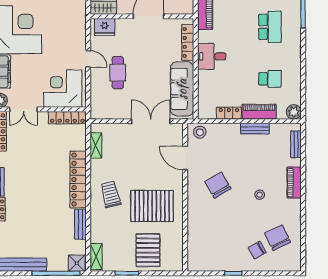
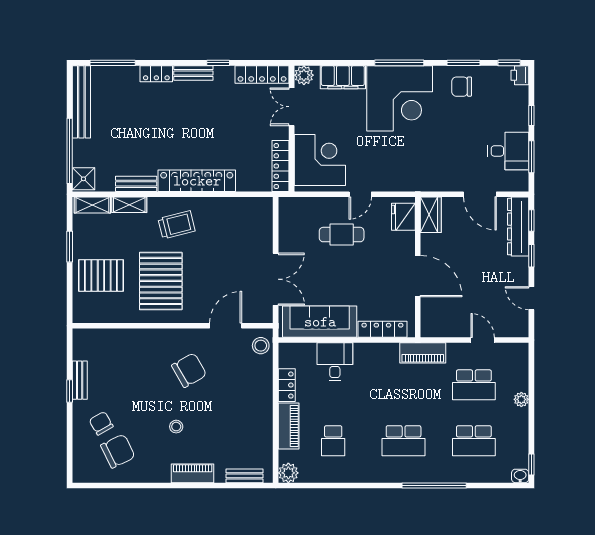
desk: (212, 56) -> (335, 362), moved
bench: (255, 129) -> (80, 380), moved
shelving: (96, 145) -> (129, 205), moved

